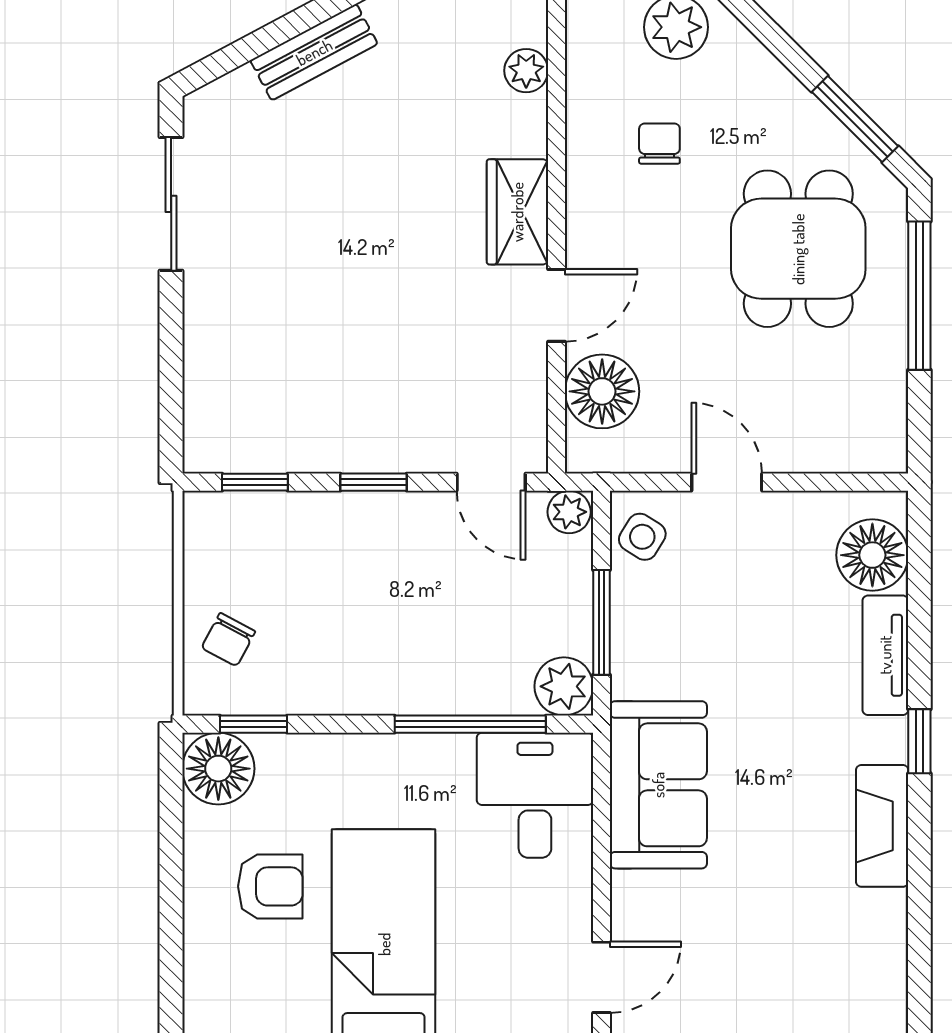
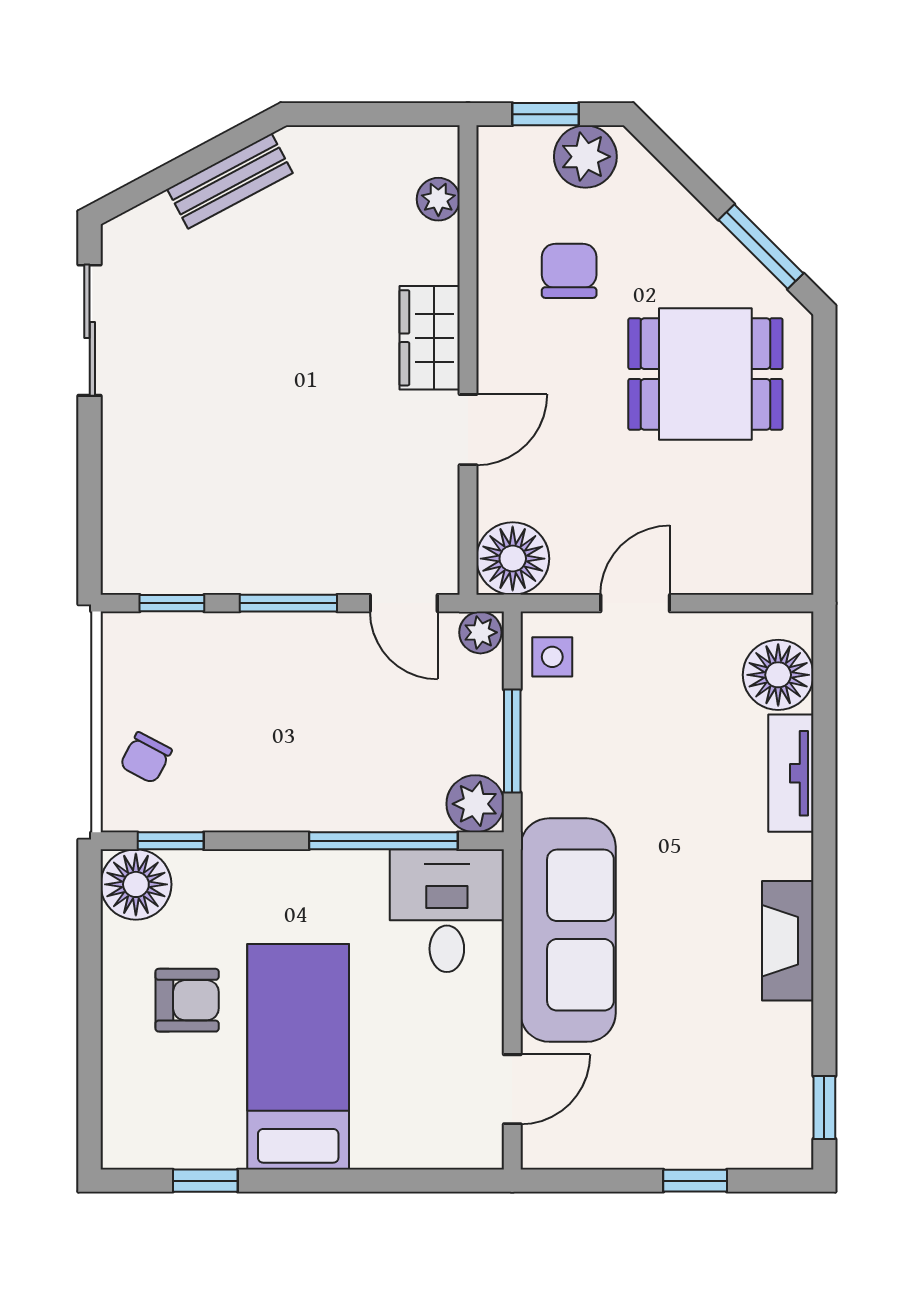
chair: (659, 144) -> (569, 271), width x1.37, depth x1.37
dining table: (798, 249) -> (705, 374), turned 90
window: (919, 296) -> (824, 420), removed
floor lamp: (602, 391) -> (513, 559), moved
window: (374, 482) -> (288, 603), width x1.50
door: (727, 482) -> (635, 603), hinge flipped
side table: (642, 537) -> (552, 657), turned -32
window: (919, 741) -> (824, 1108), moved
sofa: (658, 785) -> (568, 930), width x1.36

